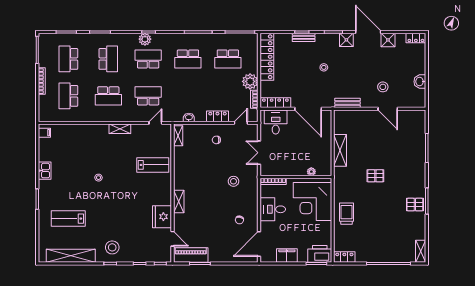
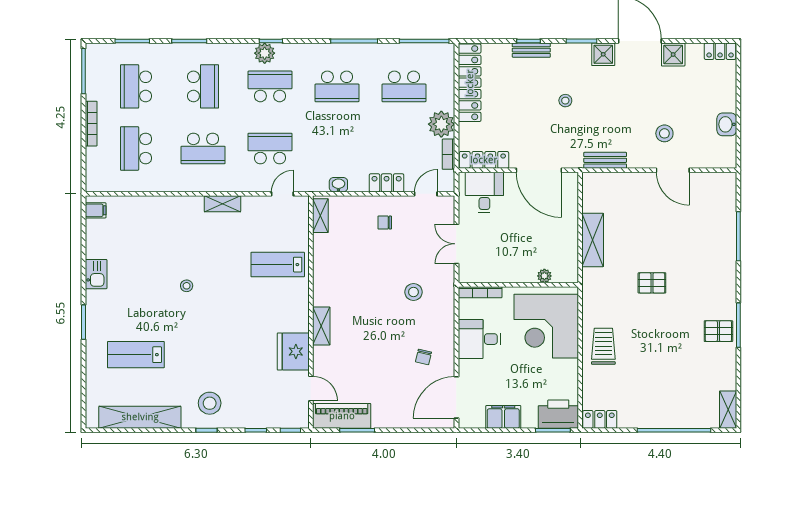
lab bench: (153, 165) -> (278, 265), turned 180

